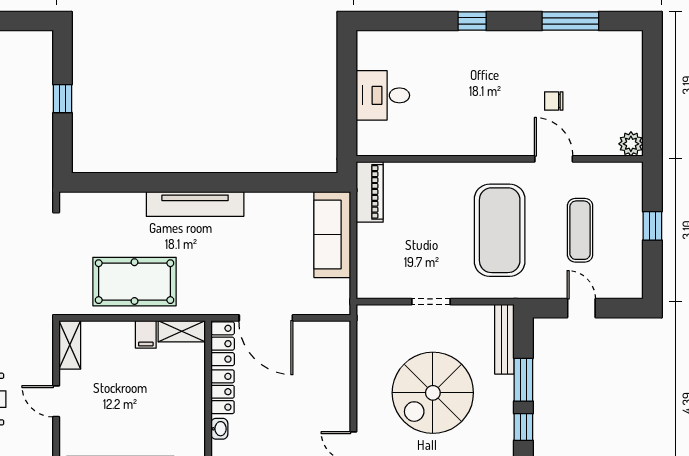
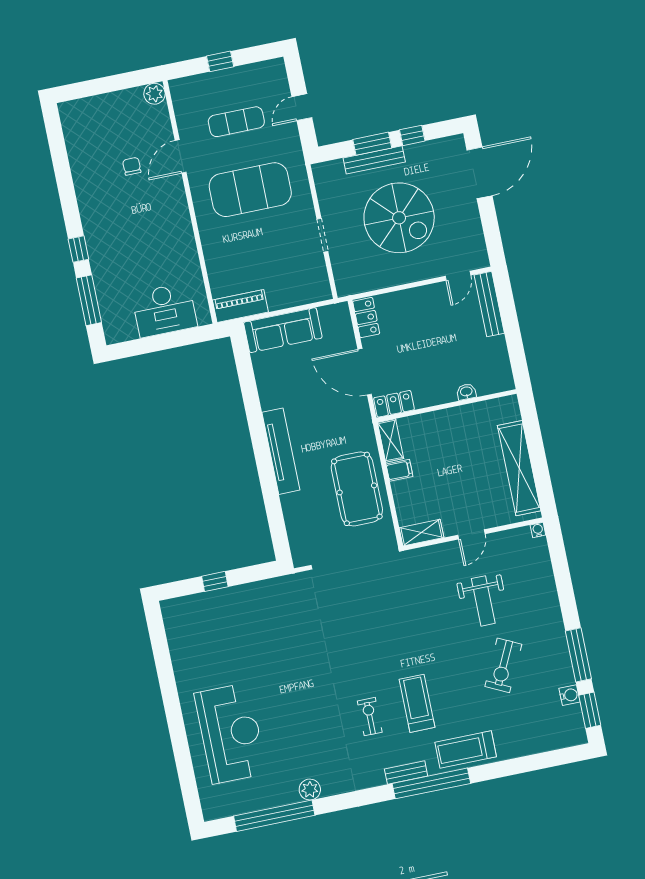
window: (570, 21) -> (89, 300), moved
desk: (383, 95) -> (164, 310), width x1.37
chair: (554, 101) -> (132, 166), turned 180
door: (266, 318) -> (365, 372), swing flipped
bench: (504, 339) -> (374, 160), moved
locker: (223, 392) -> (366, 318), moved, turned 90

